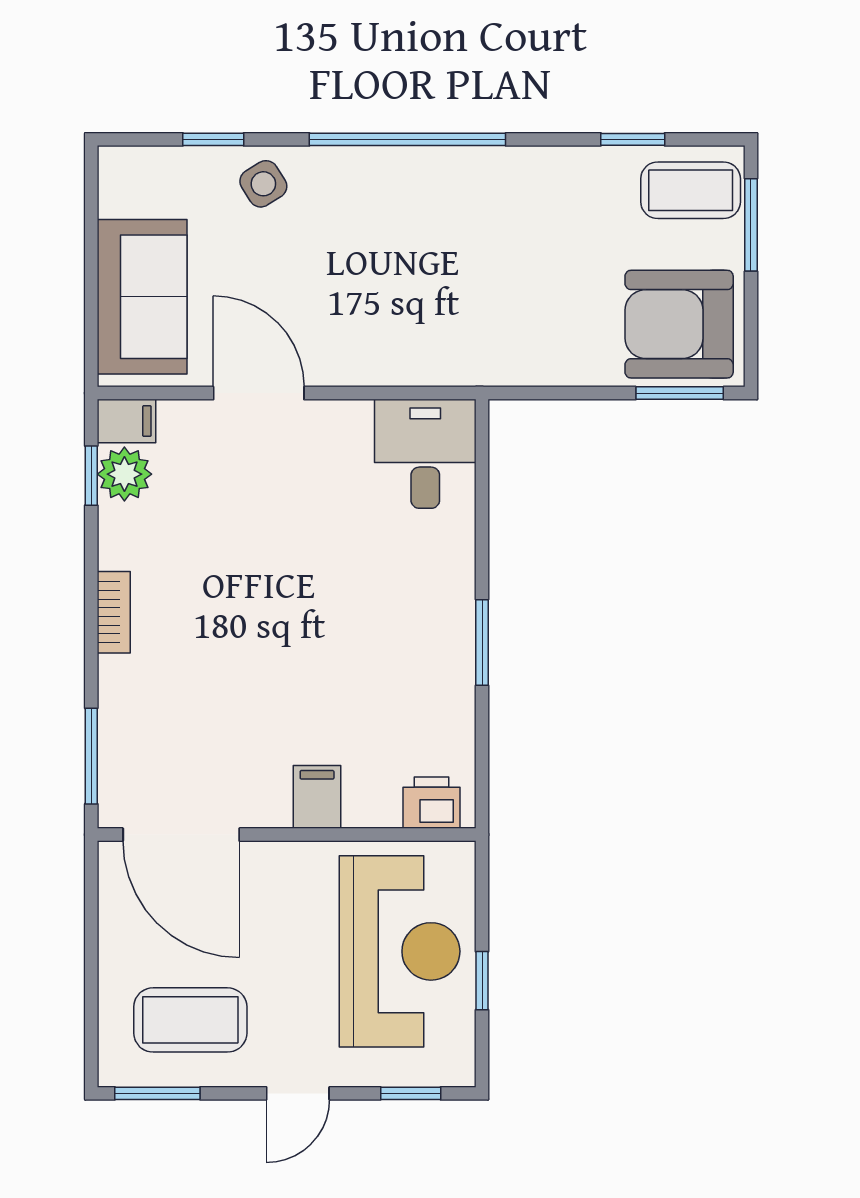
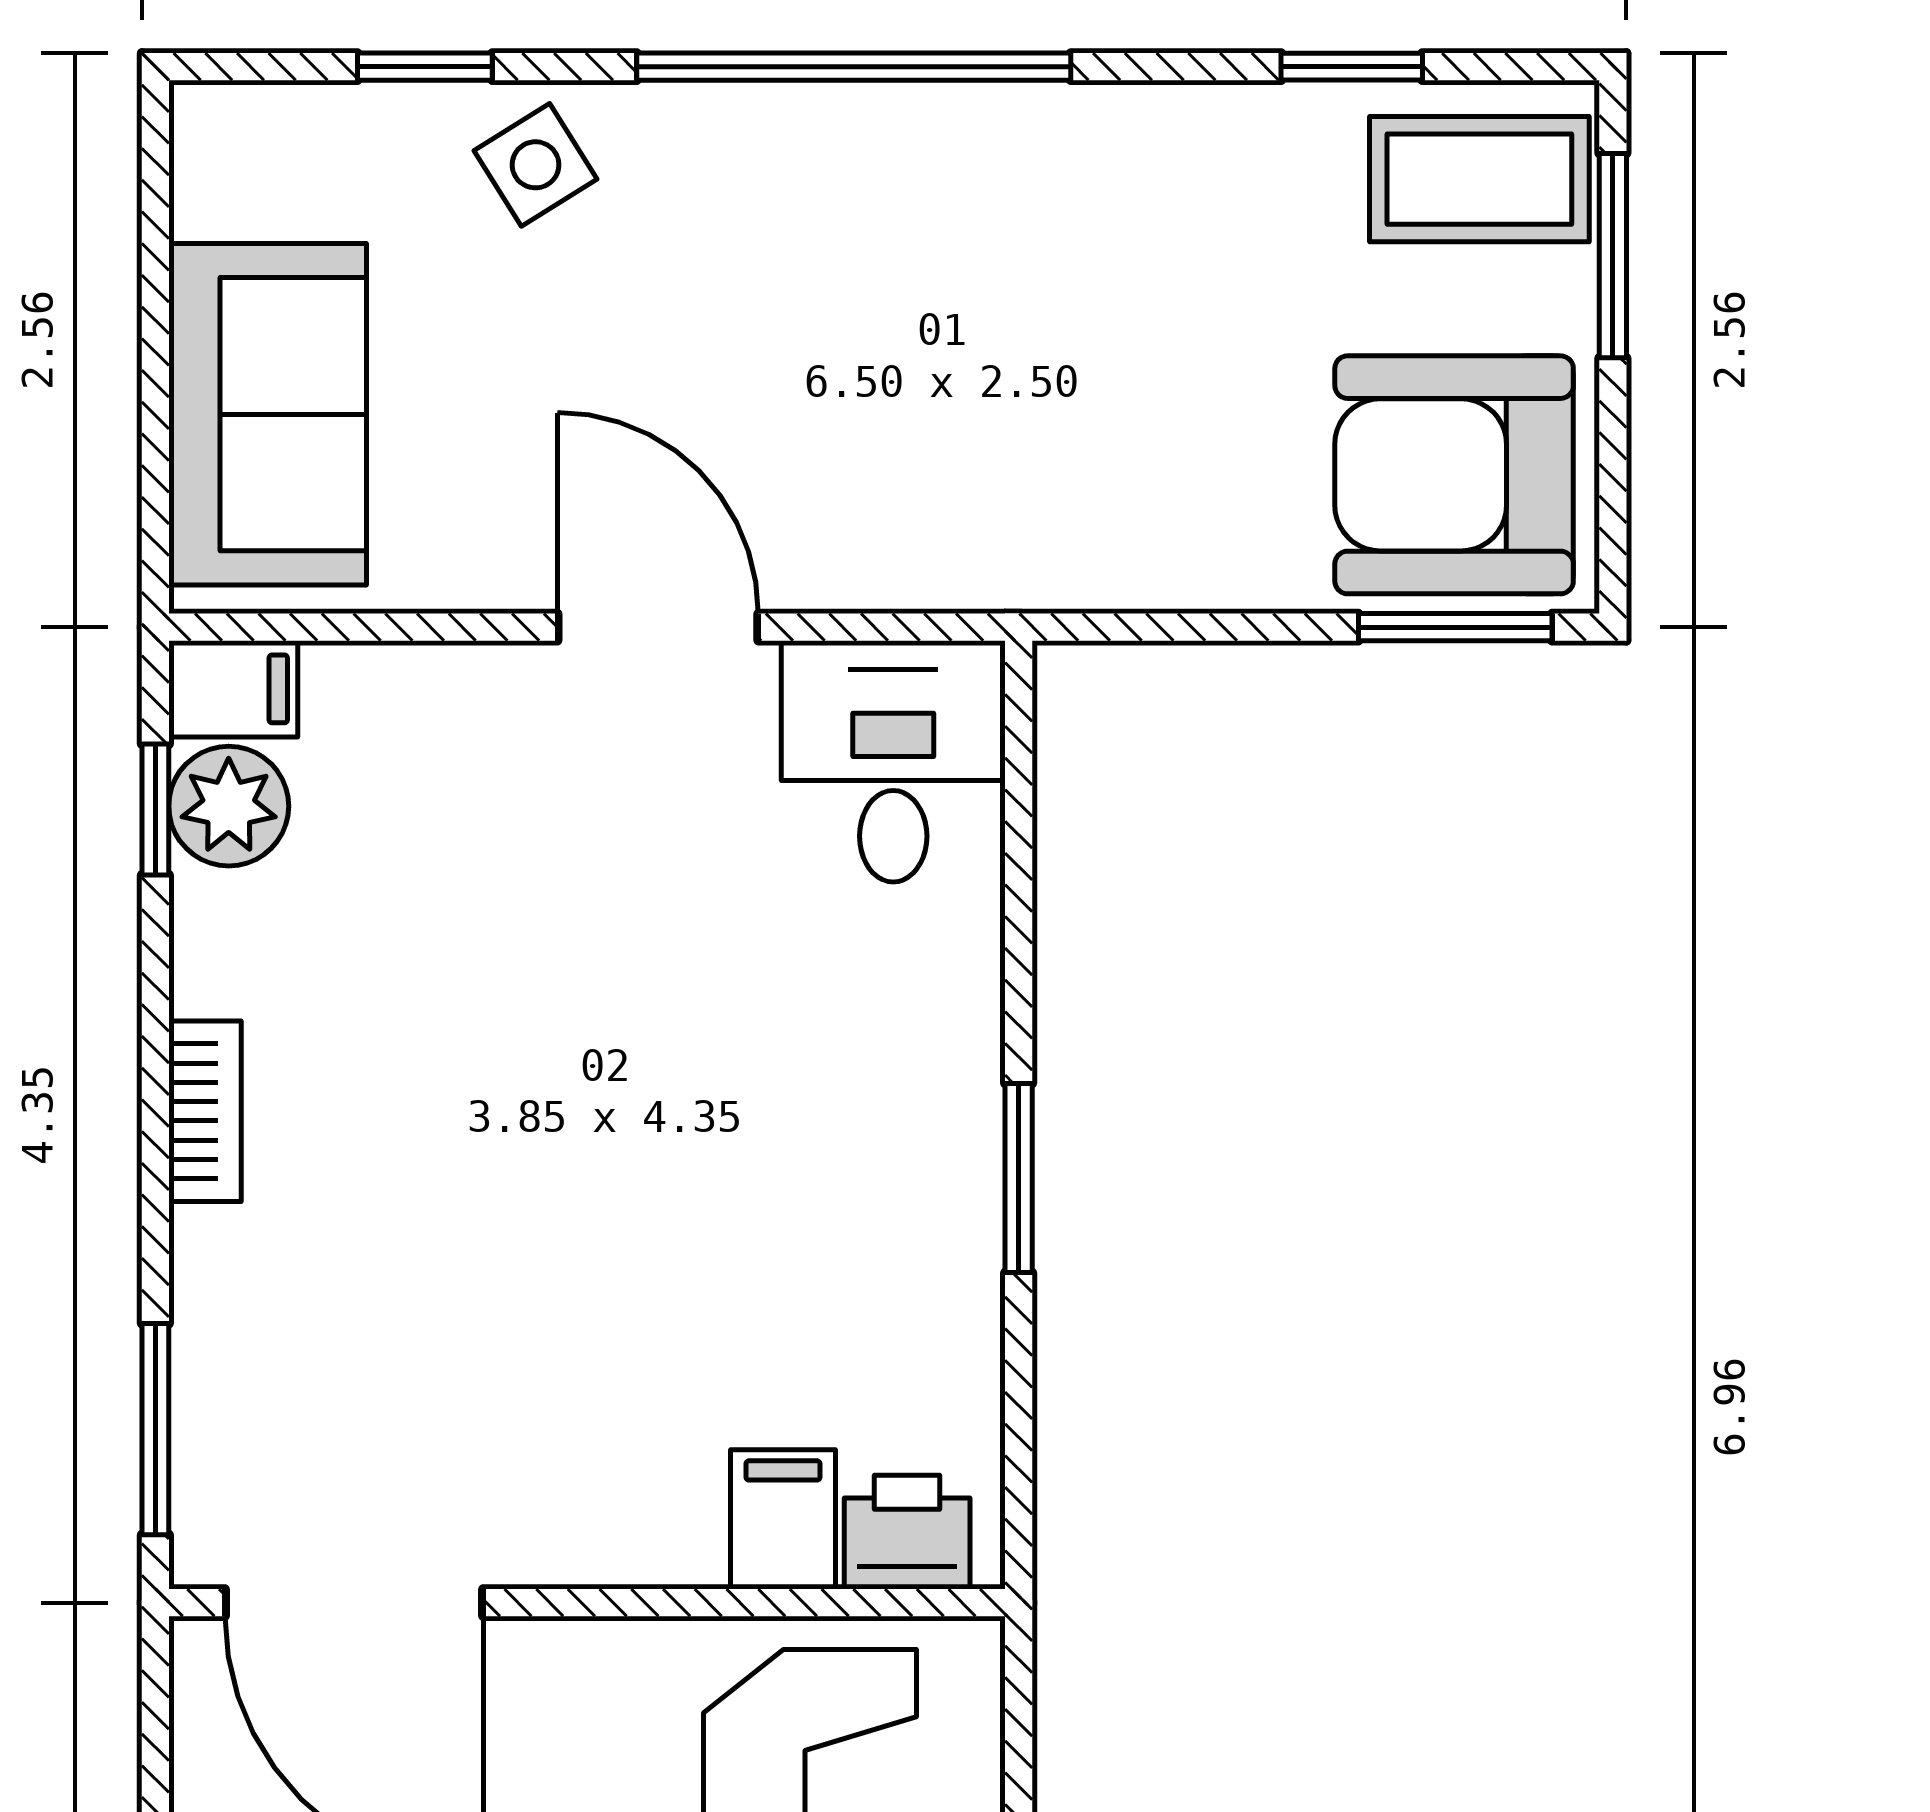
door: (259, 393) -> (658, 627), moved
filing cabinet: (317, 797) -> (783, 1519), moved

